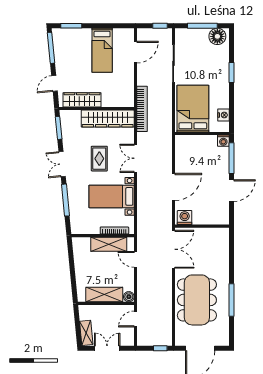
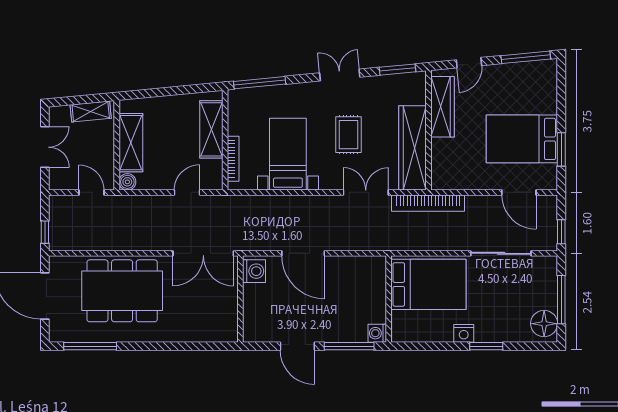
window: (71, 26) -> (561, 149), moved
bed: (102, 50) -> (522, 139), width x1.50
door: (54, 83) -> (469, 63), swing flipped
nightstand: (223, 115) -> (464, 333), moved
double door: (135, 158) -> (366, 192), moved
rug: (99, 159) -> (348, 135), turned 90
window: (66, 200) -> (260, 83), moved
shelving: (109, 244) -> (211, 129), moved
window: (231, 300) -> (90, 346), moved
shelving: (86, 333) -> (91, 112), moved

